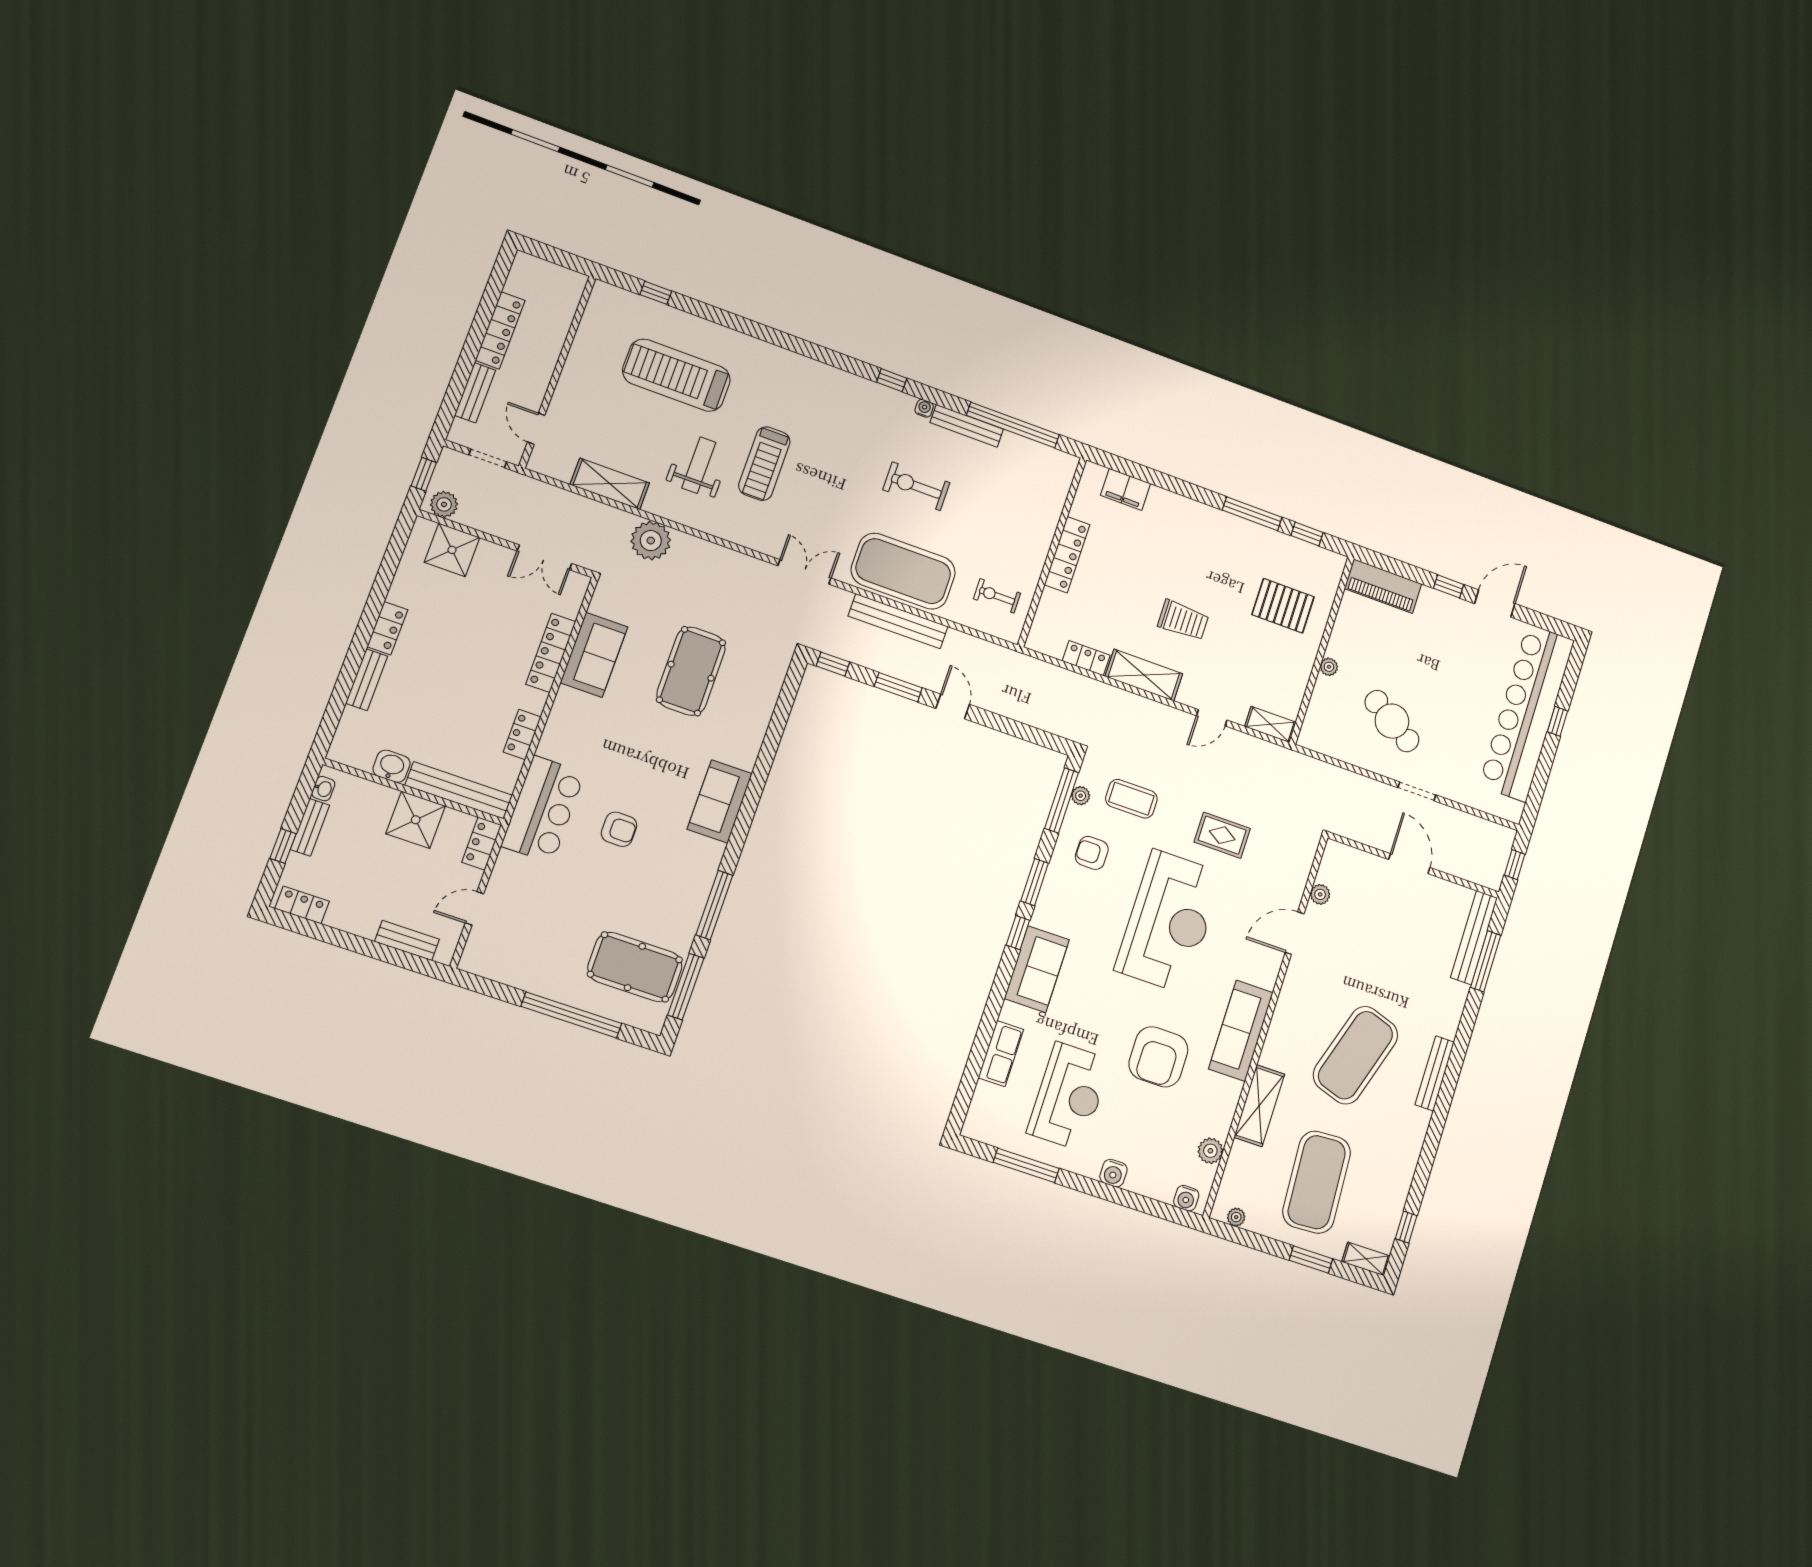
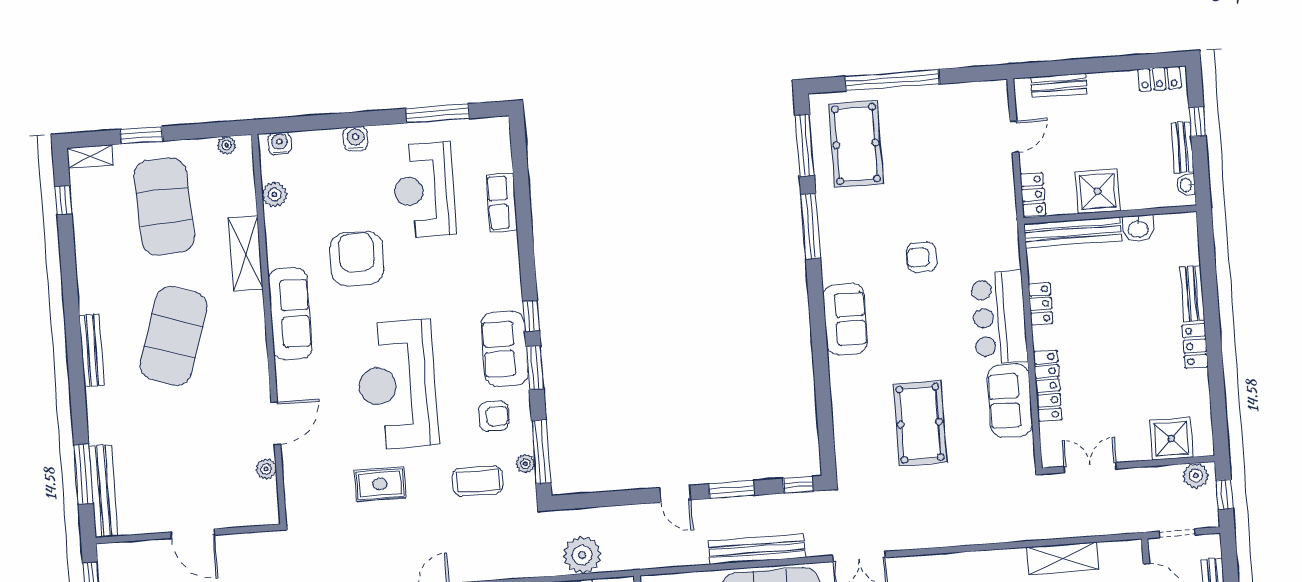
plant: (651, 541) -> (582, 555), moved
bar counter: (543, 809) -> (999, 317), moved
pool table: (635, 967) -> (856, 144), turned 90
sofa: (1037, 969) -> (505, 349), moved

